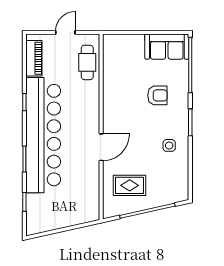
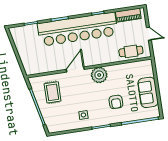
sofa: (167, 47) -> (148, 92), moved
plant: (115, 114) -> (99, 75), added
door: (101, 147) -> (75, 69), swing flipped

